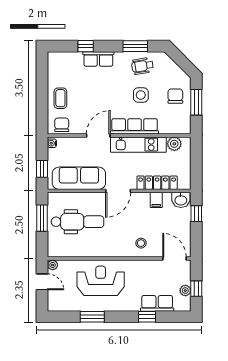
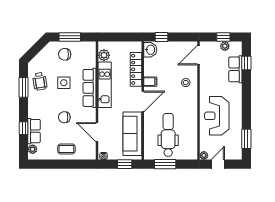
plant: (60, 57) -> (33, 149), added
row of seats: (98, 59) -> (34, 131), moved
chair: (62, 125) -> (64, 117), moved
door: (98, 135) -> (97, 132), moved
door: (118, 191) -> (143, 101), hinge flipped
filing cabinet: (156, 200) -> (150, 82), moved
window: (92, 317) -> (246, 139), moved
window: (147, 317) -> (246, 63), moved

